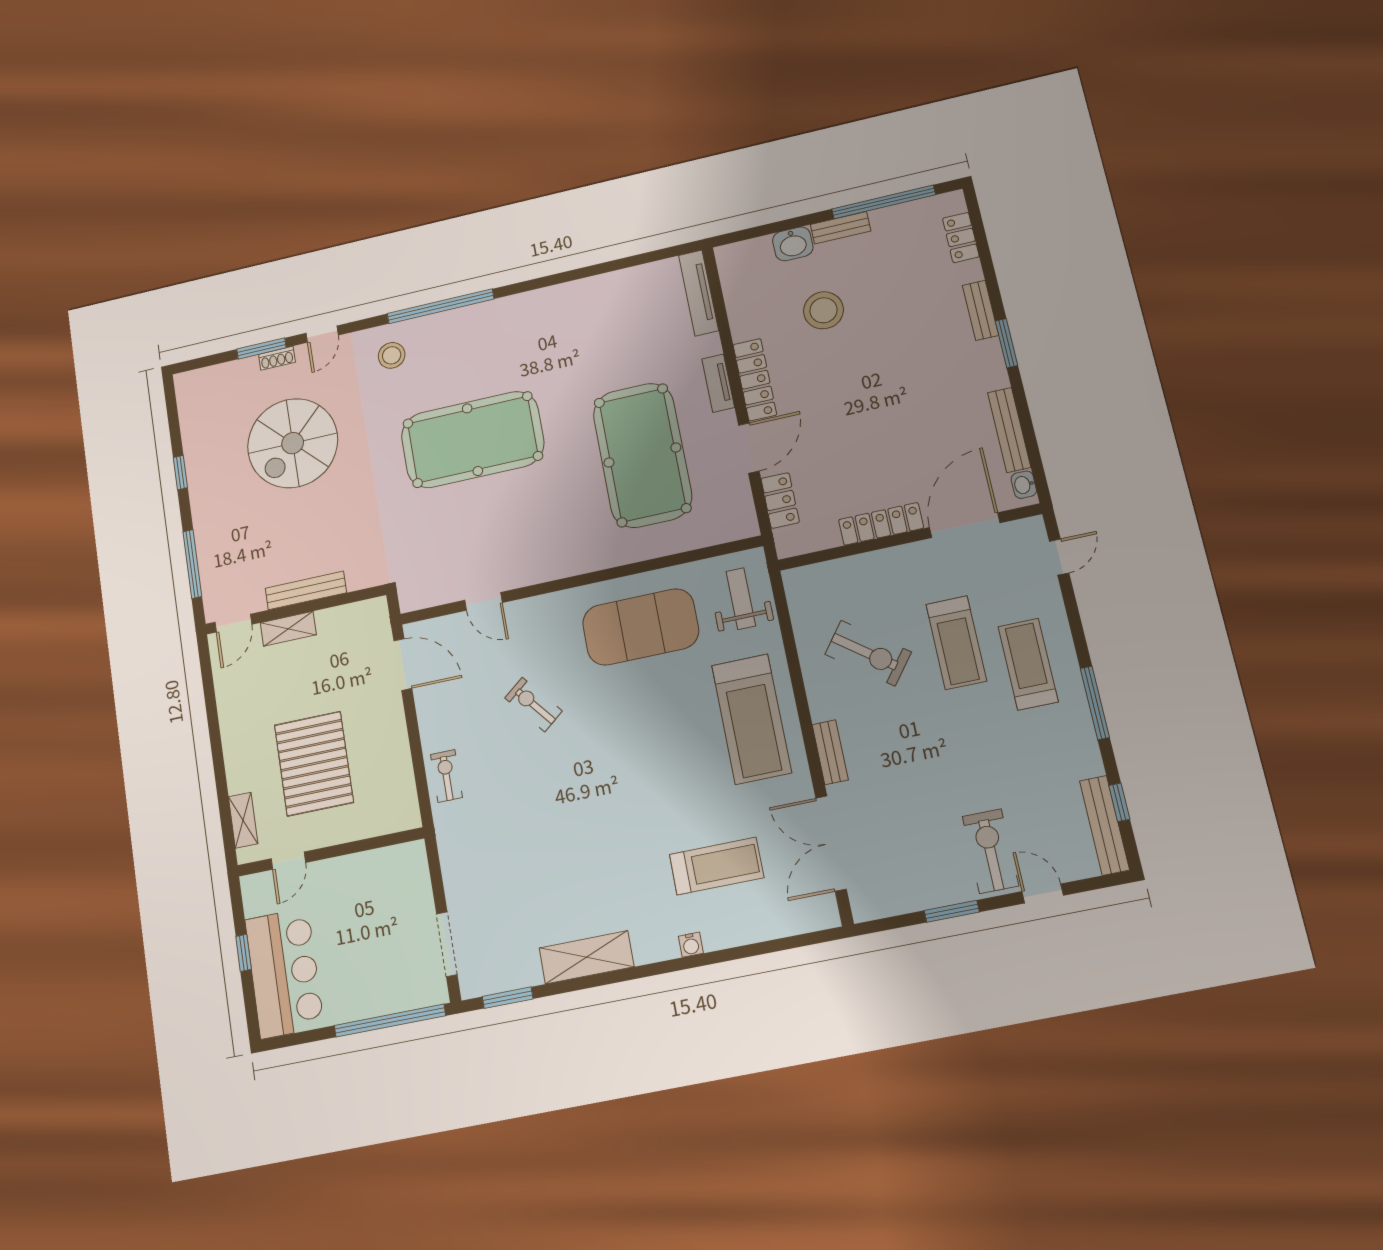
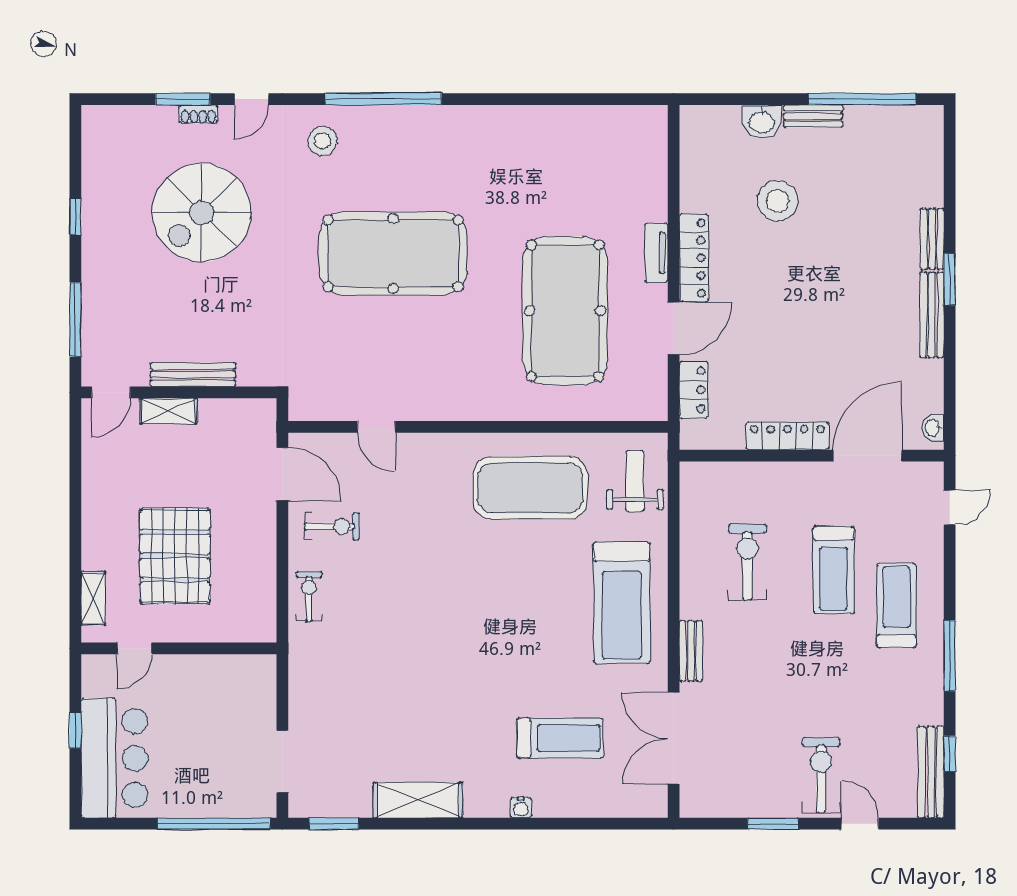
locker: (961, 238) -> (930, 157), removed
tv unit: (699, 293) -> (655, 151), removed
bench: (1009, 430) -> (932, 315), moved
exercise bike: (868, 653) -> (747, 562), turned -127
exercise bike: (533, 705) -> (332, 526), moved, turned 129

